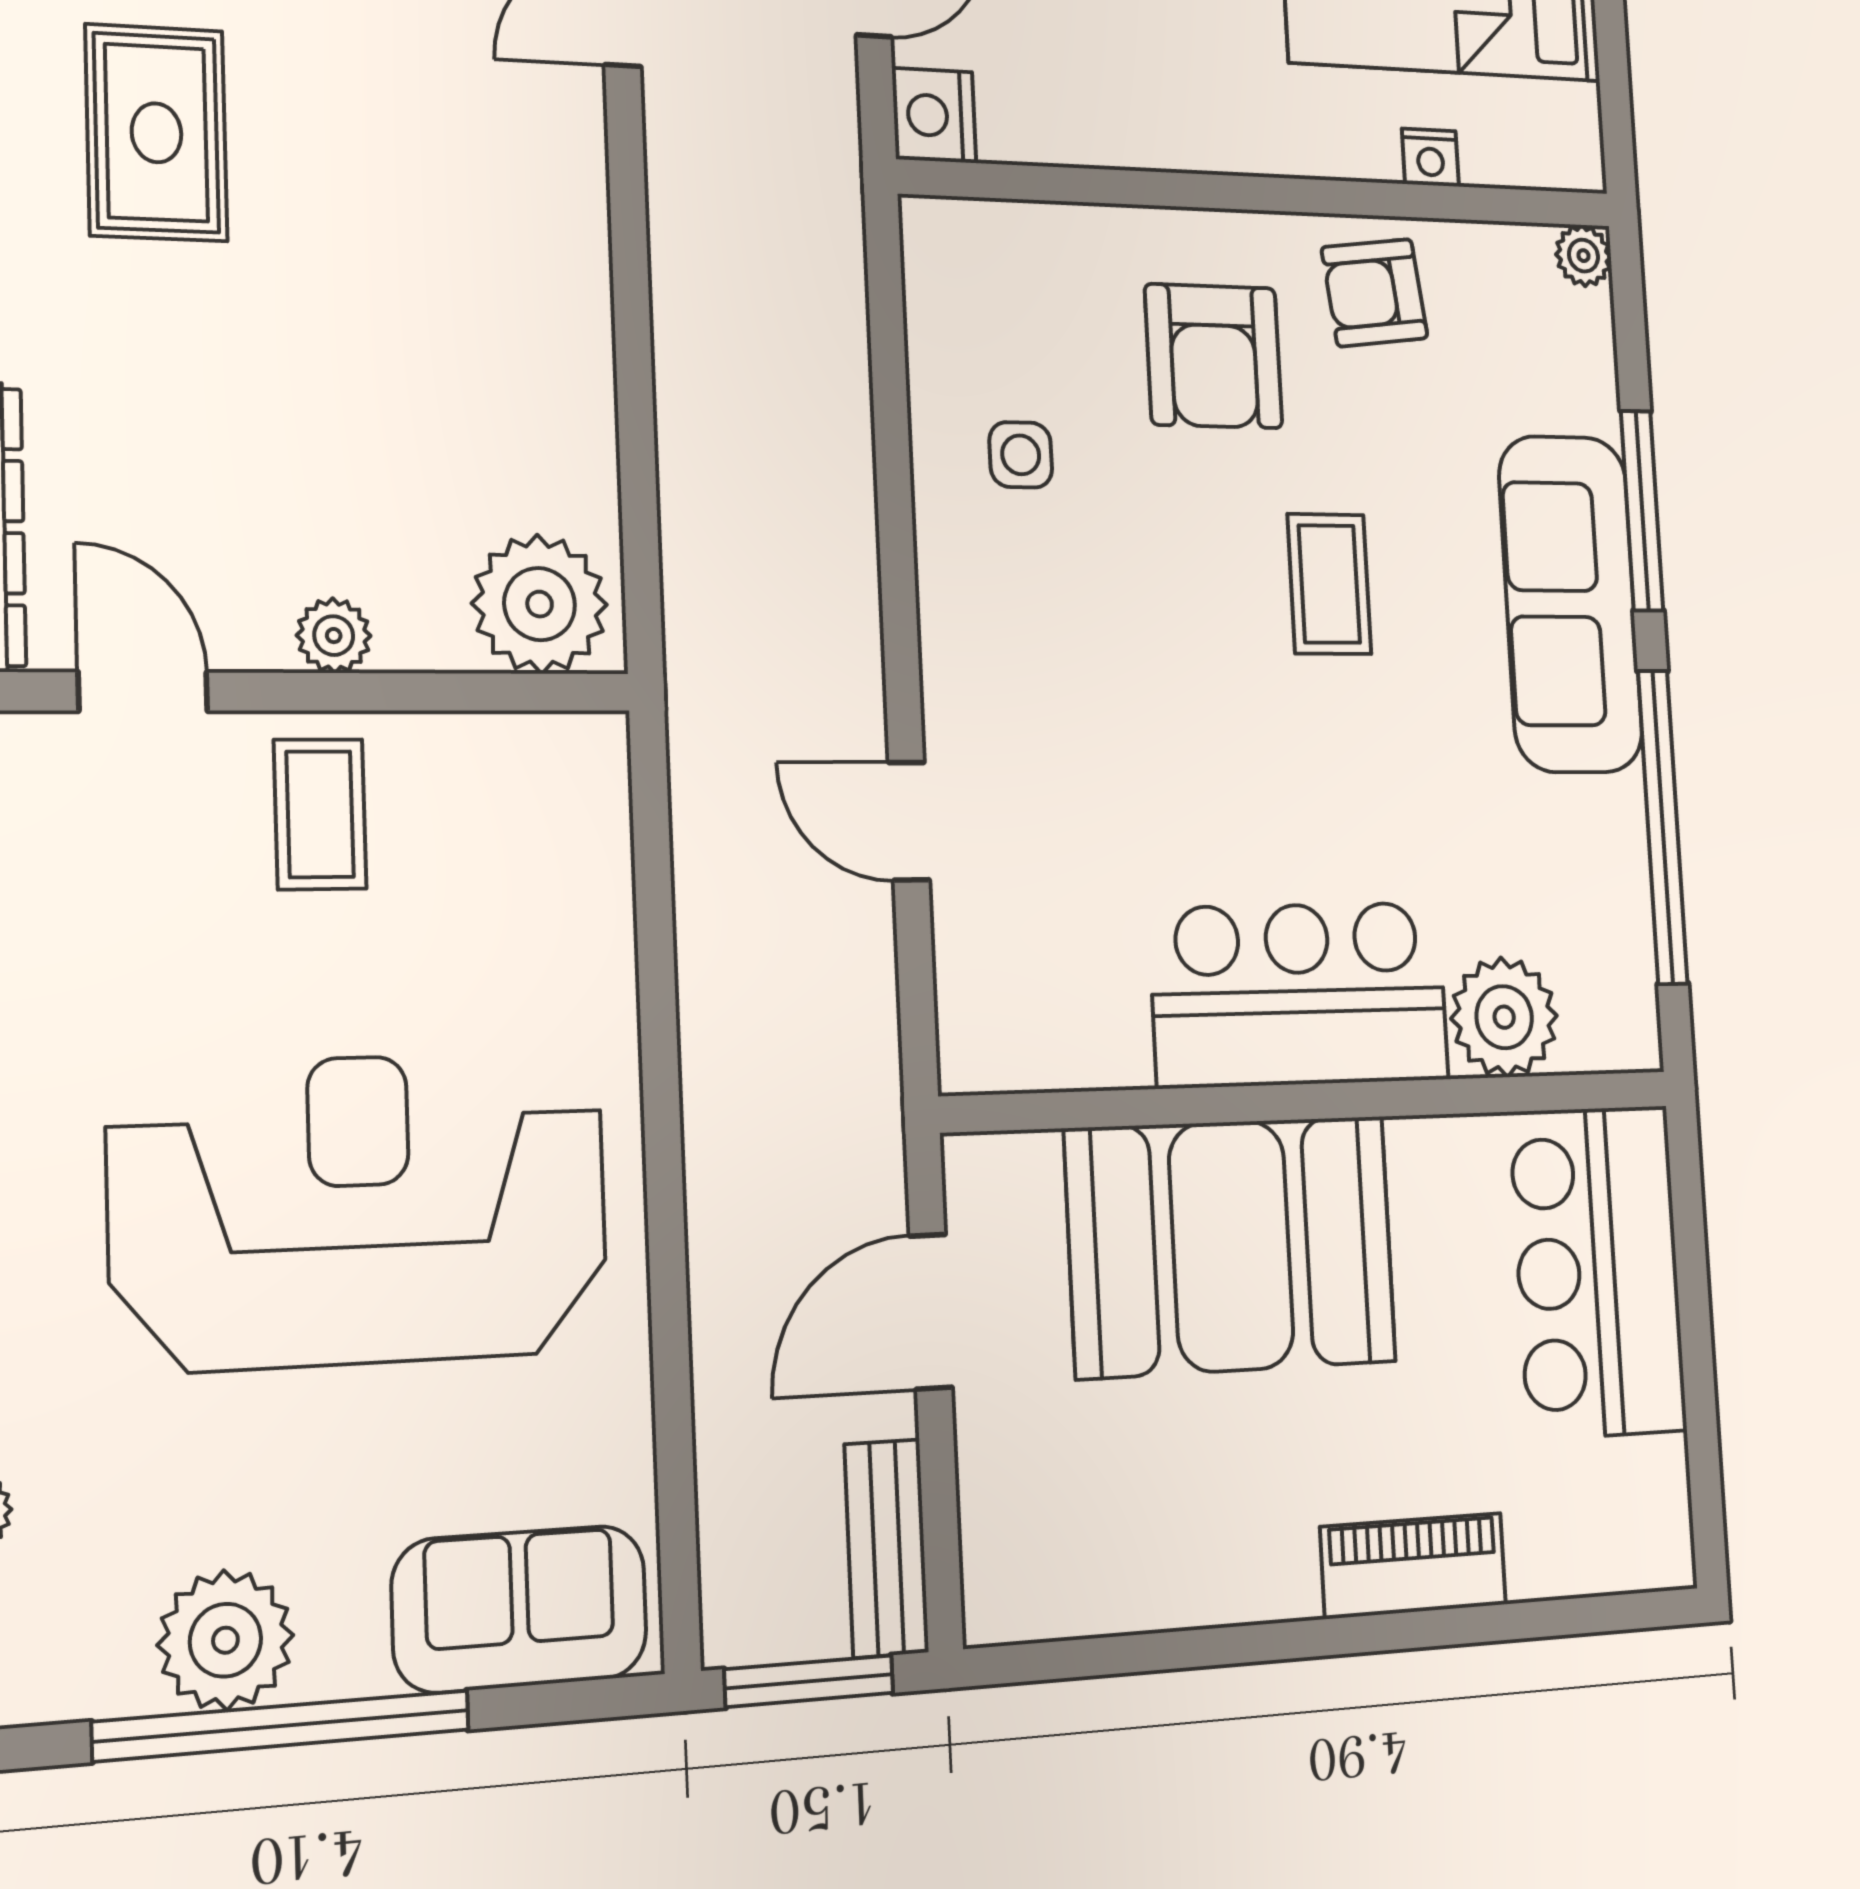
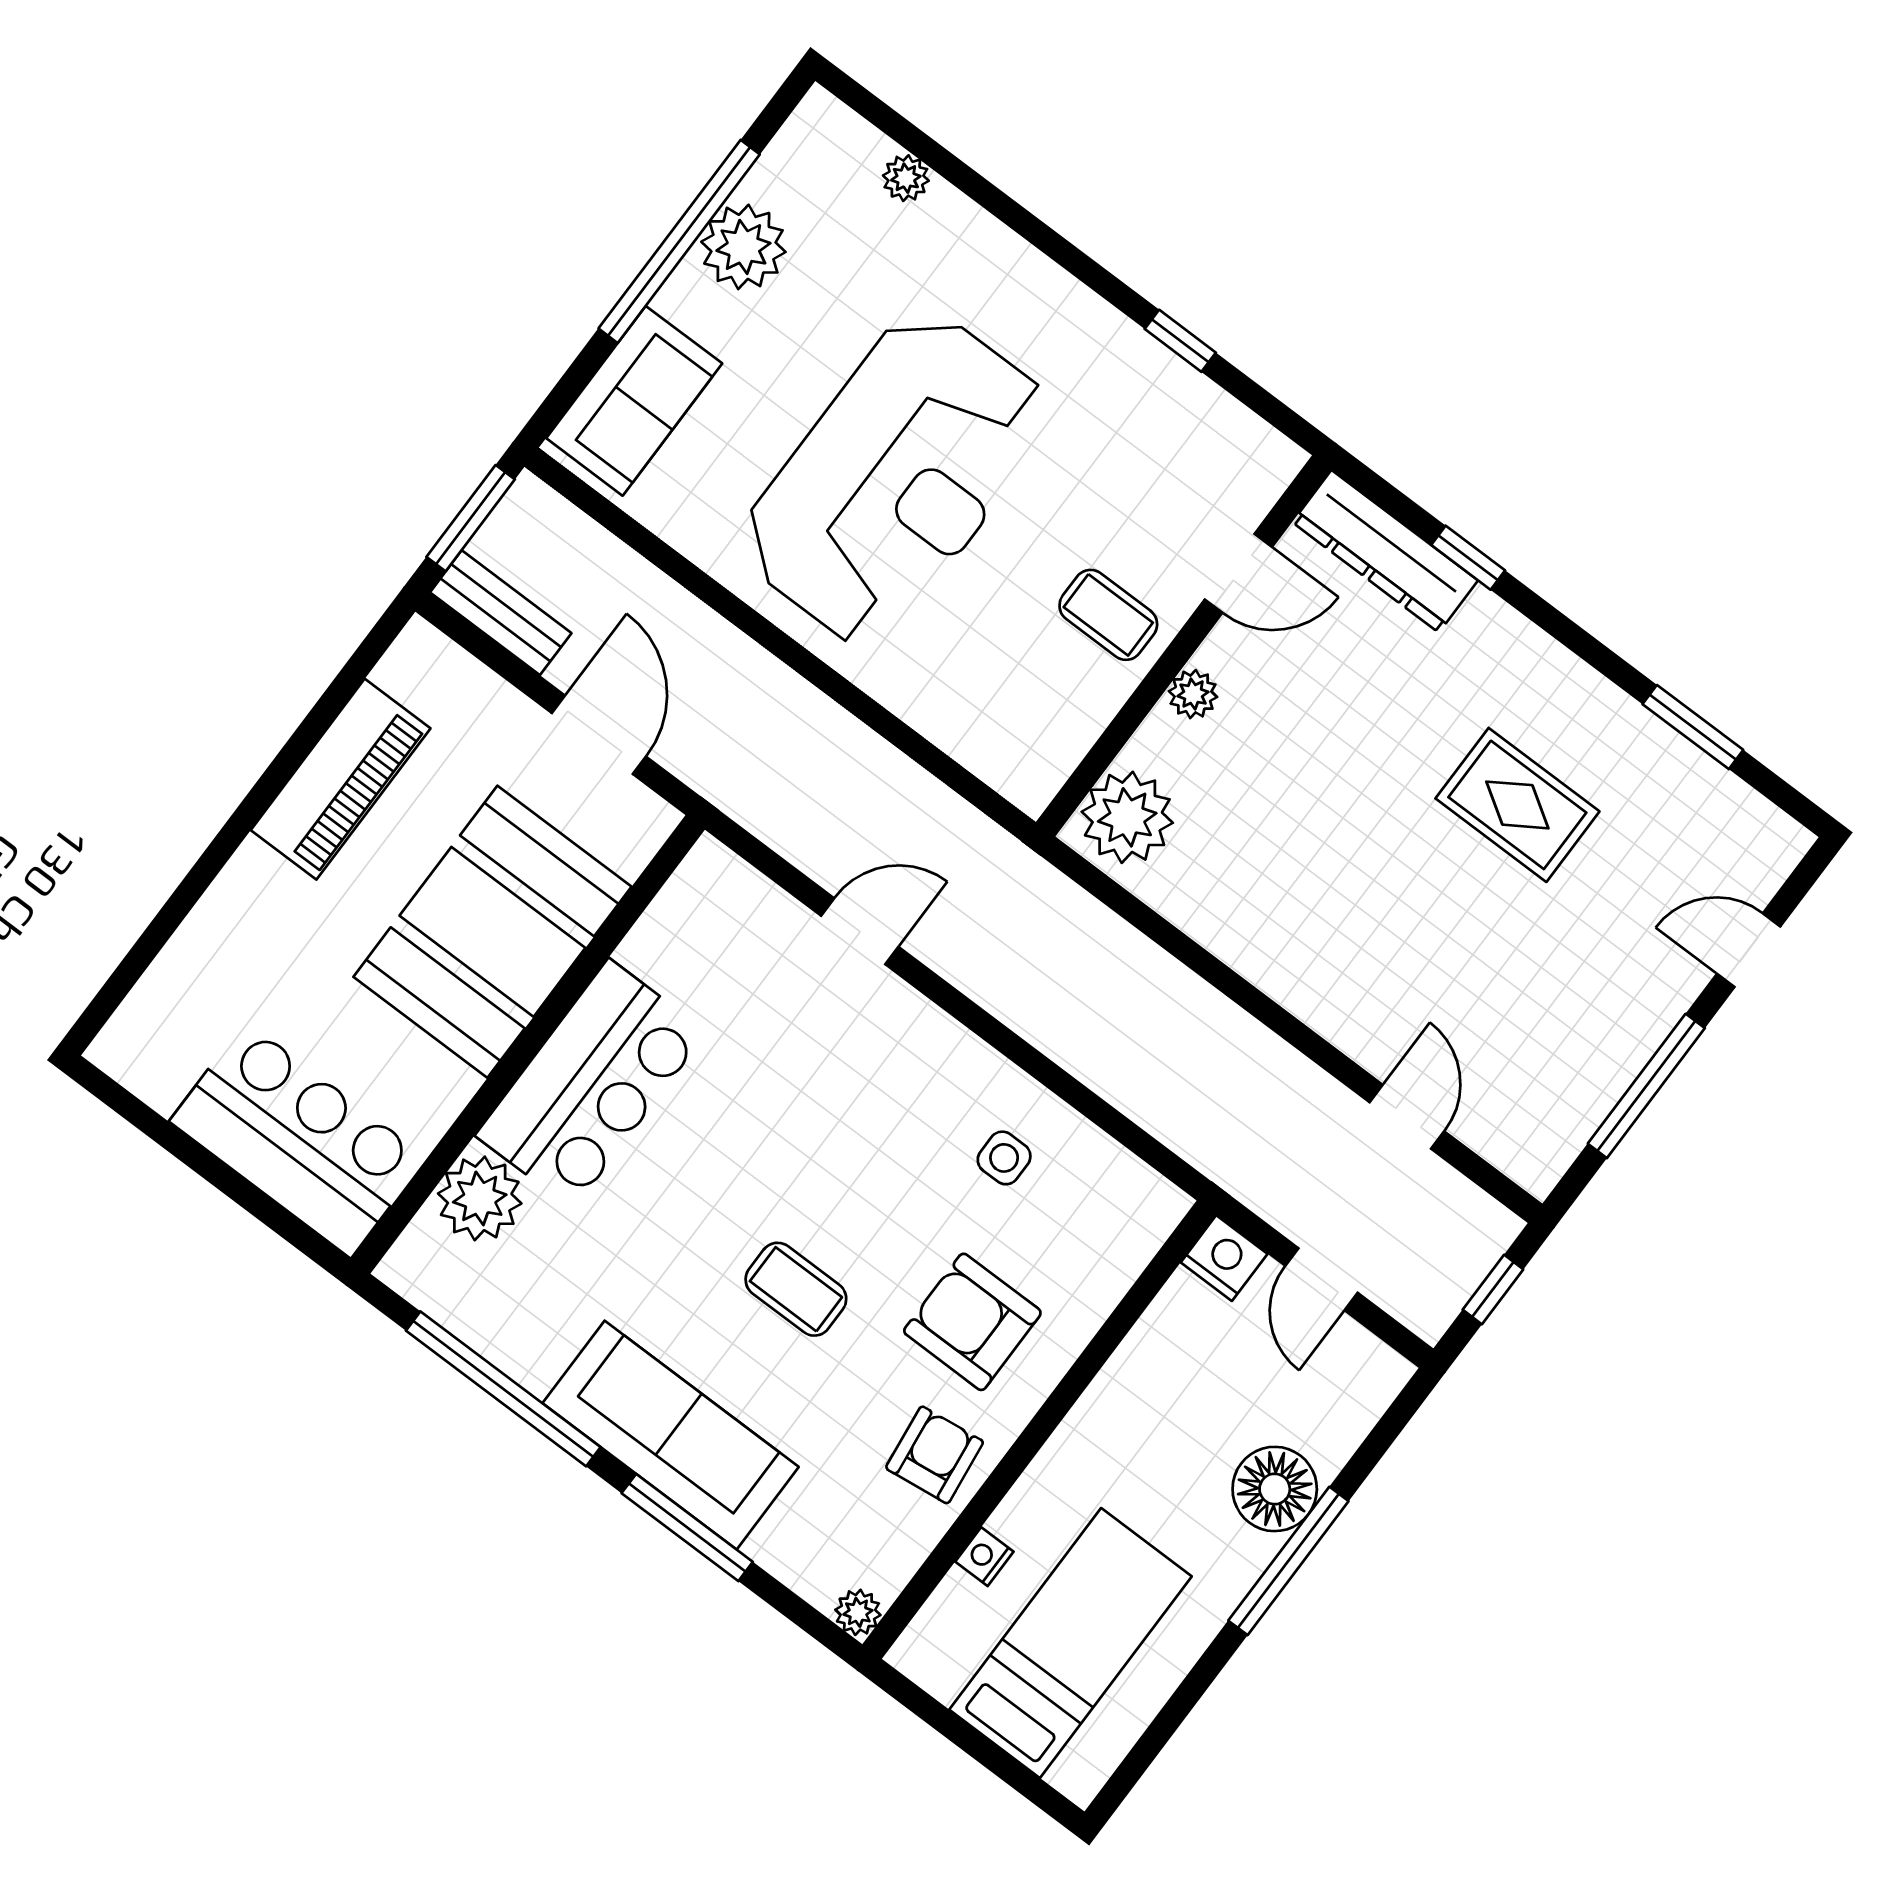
piano: (1413, 1566) -> (341, 779), moved, width x1.37, depth x1.33

